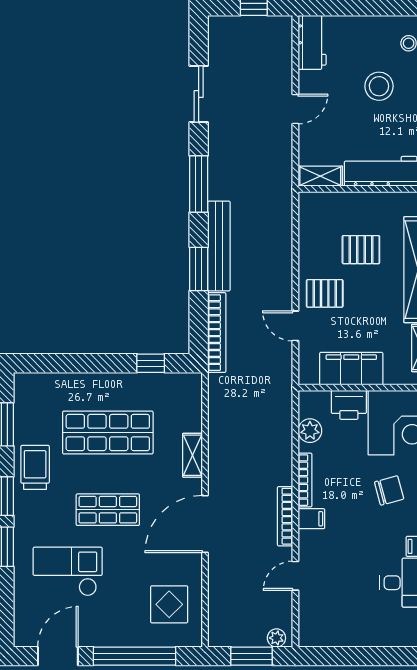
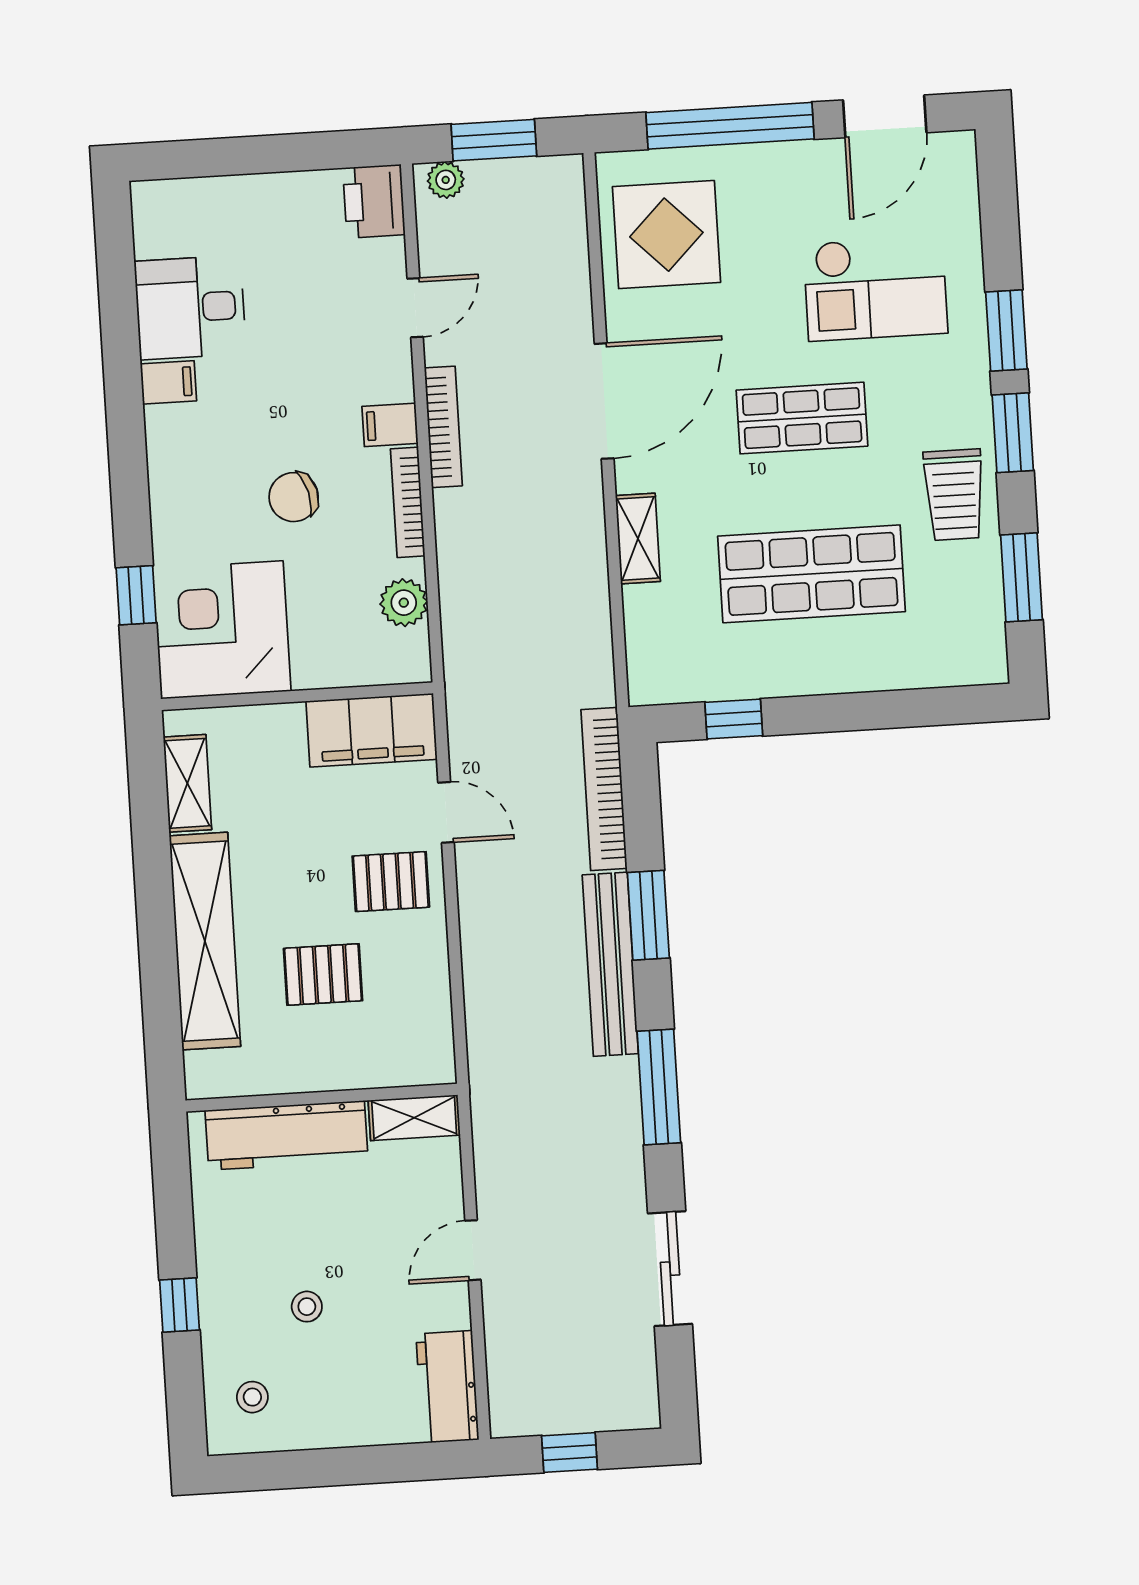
stool: (379, 86) -> (307, 1307), width x0.53, depth x0.53
filing cabinet: (351, 369) -> (372, 730), moved
printer: (349, 405) -> (374, 201), moved, turned -90
chair: (389, 490) -> (294, 497), moved
display table: (169, 604) -> (666, 235), width x1.36, depth x1.36

